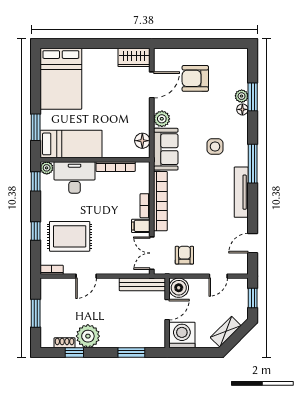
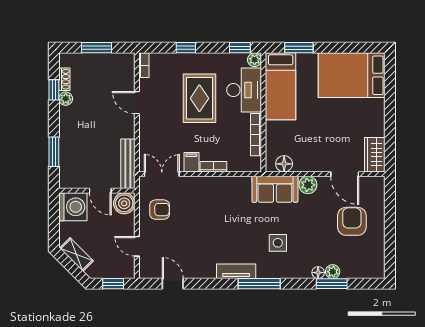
tv unit: (241, 192) -> (236, 271), width x0.71
bookcase: (160, 201) -> (218, 183), removed
rug: (70, 236) -> (199, 98), moved
plant: (88, 336) -> (66, 99), width x0.53, depth x0.53

